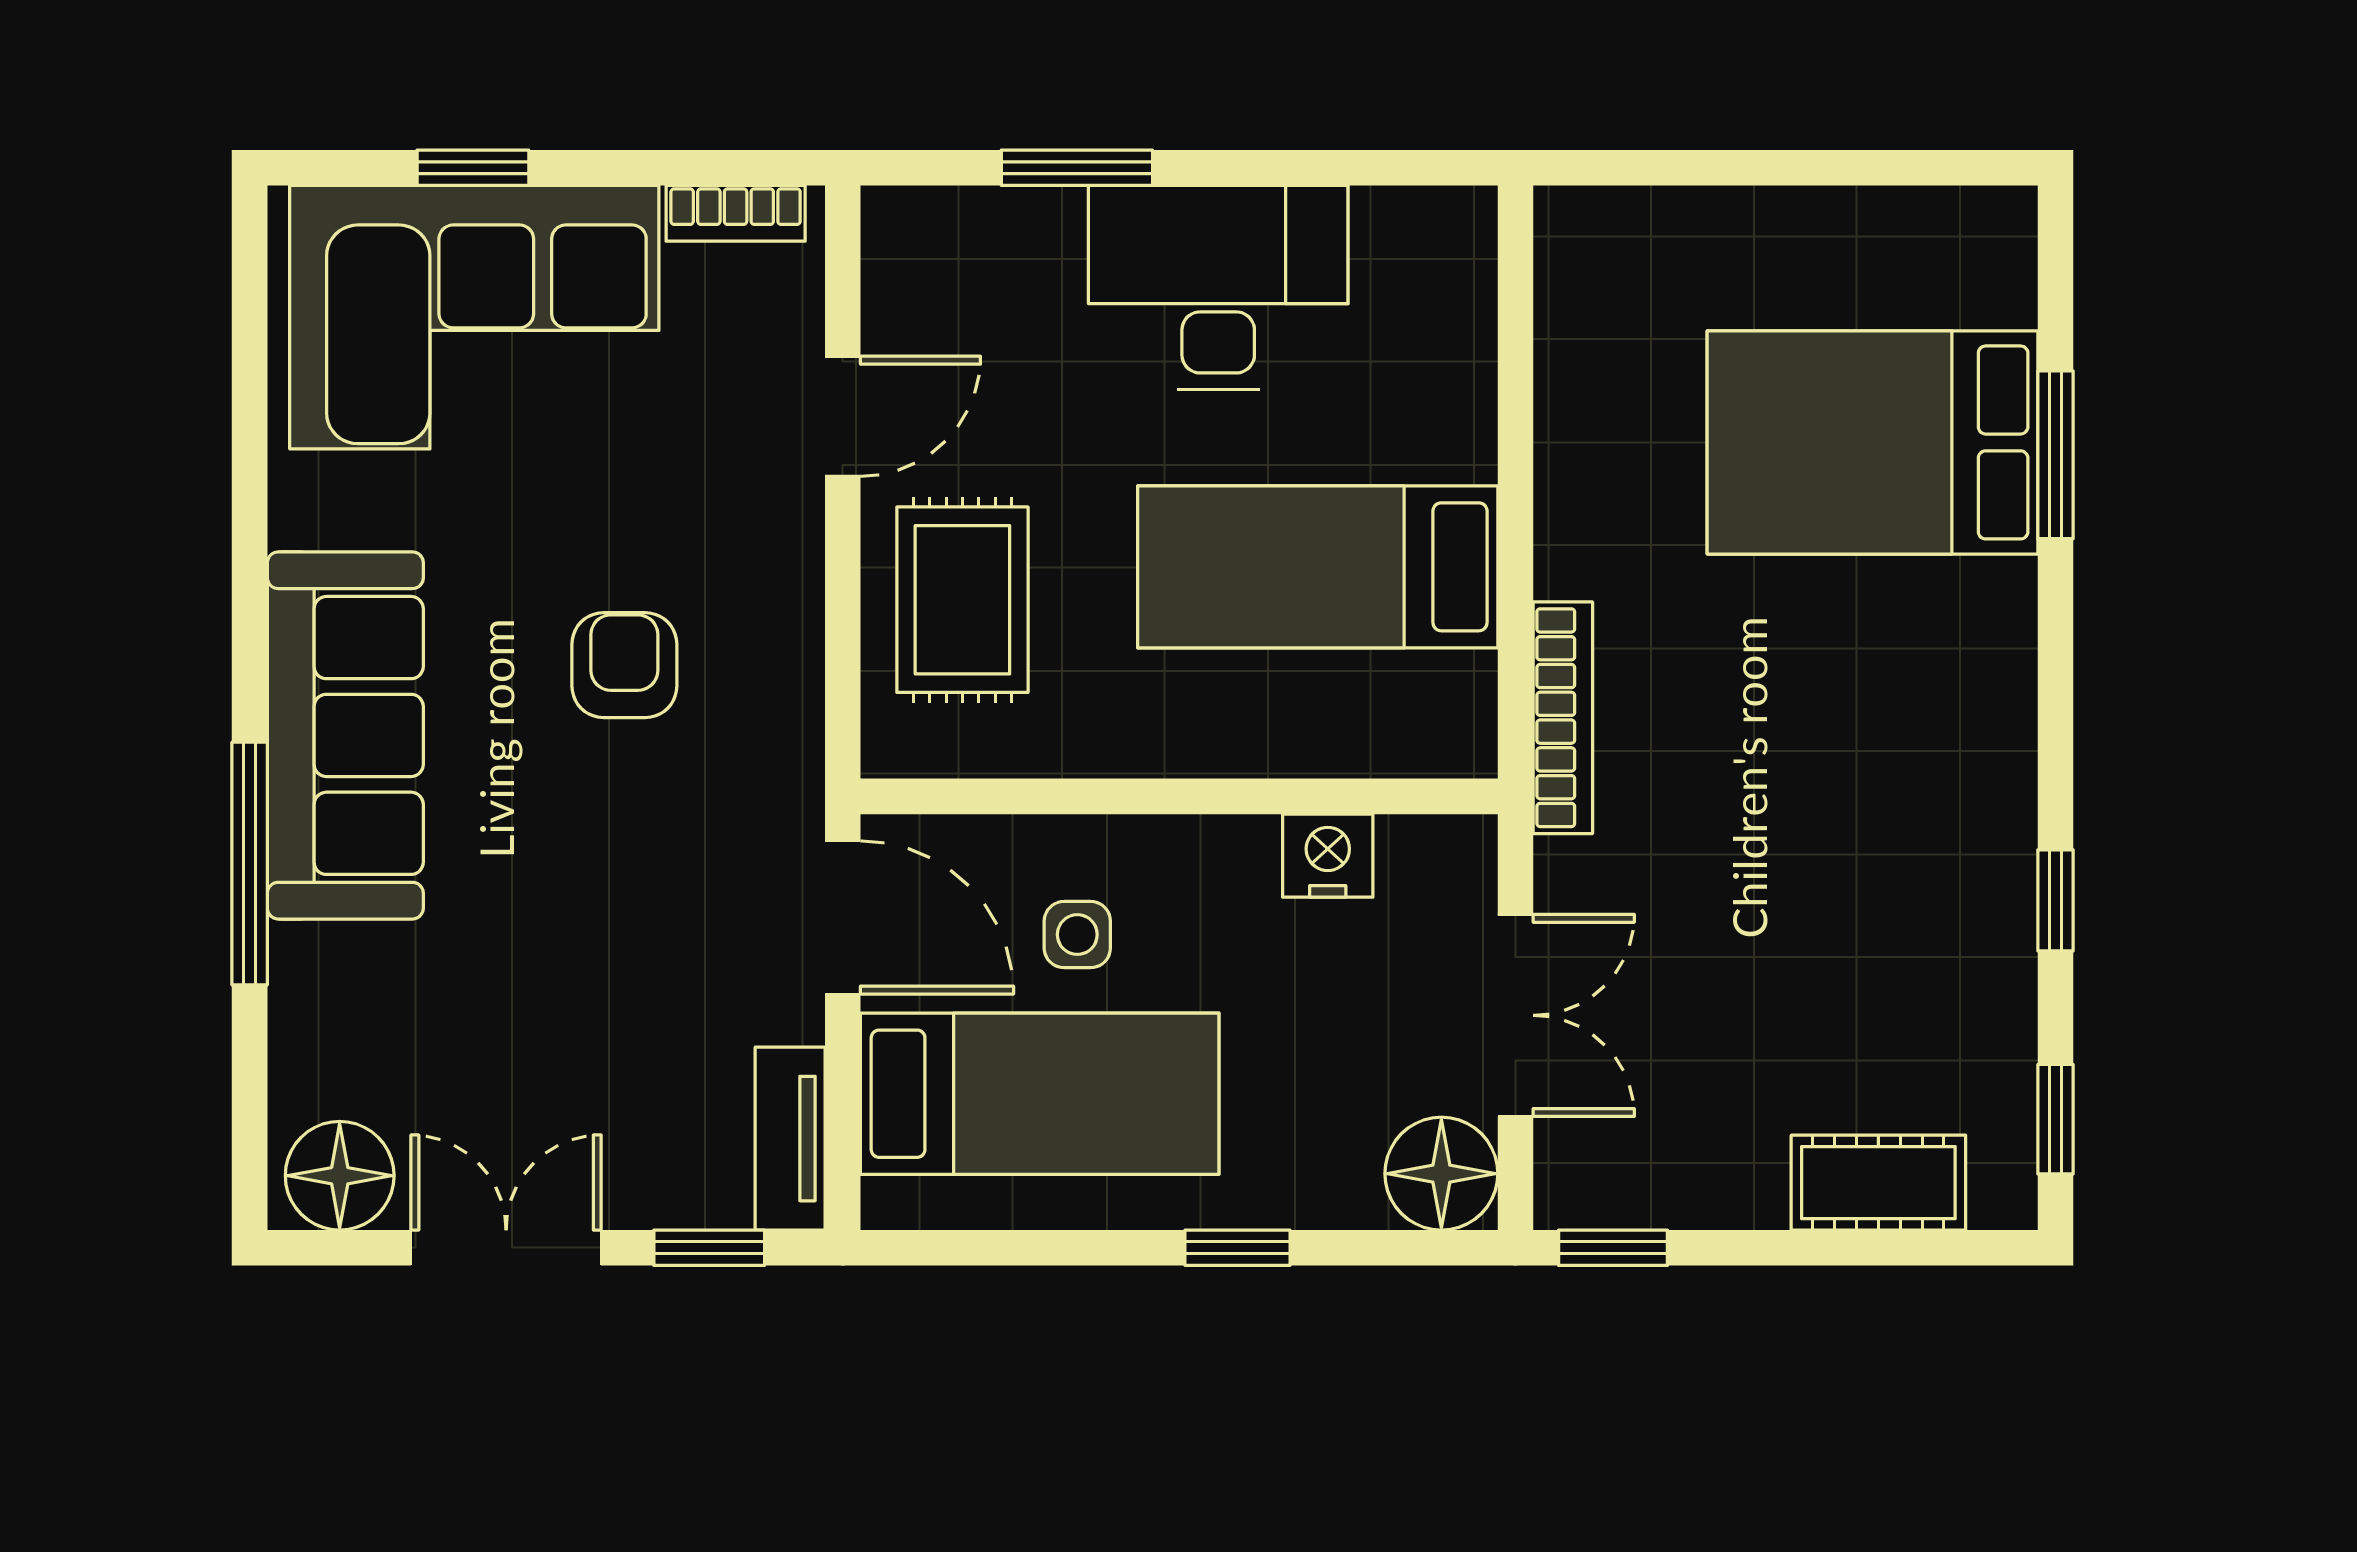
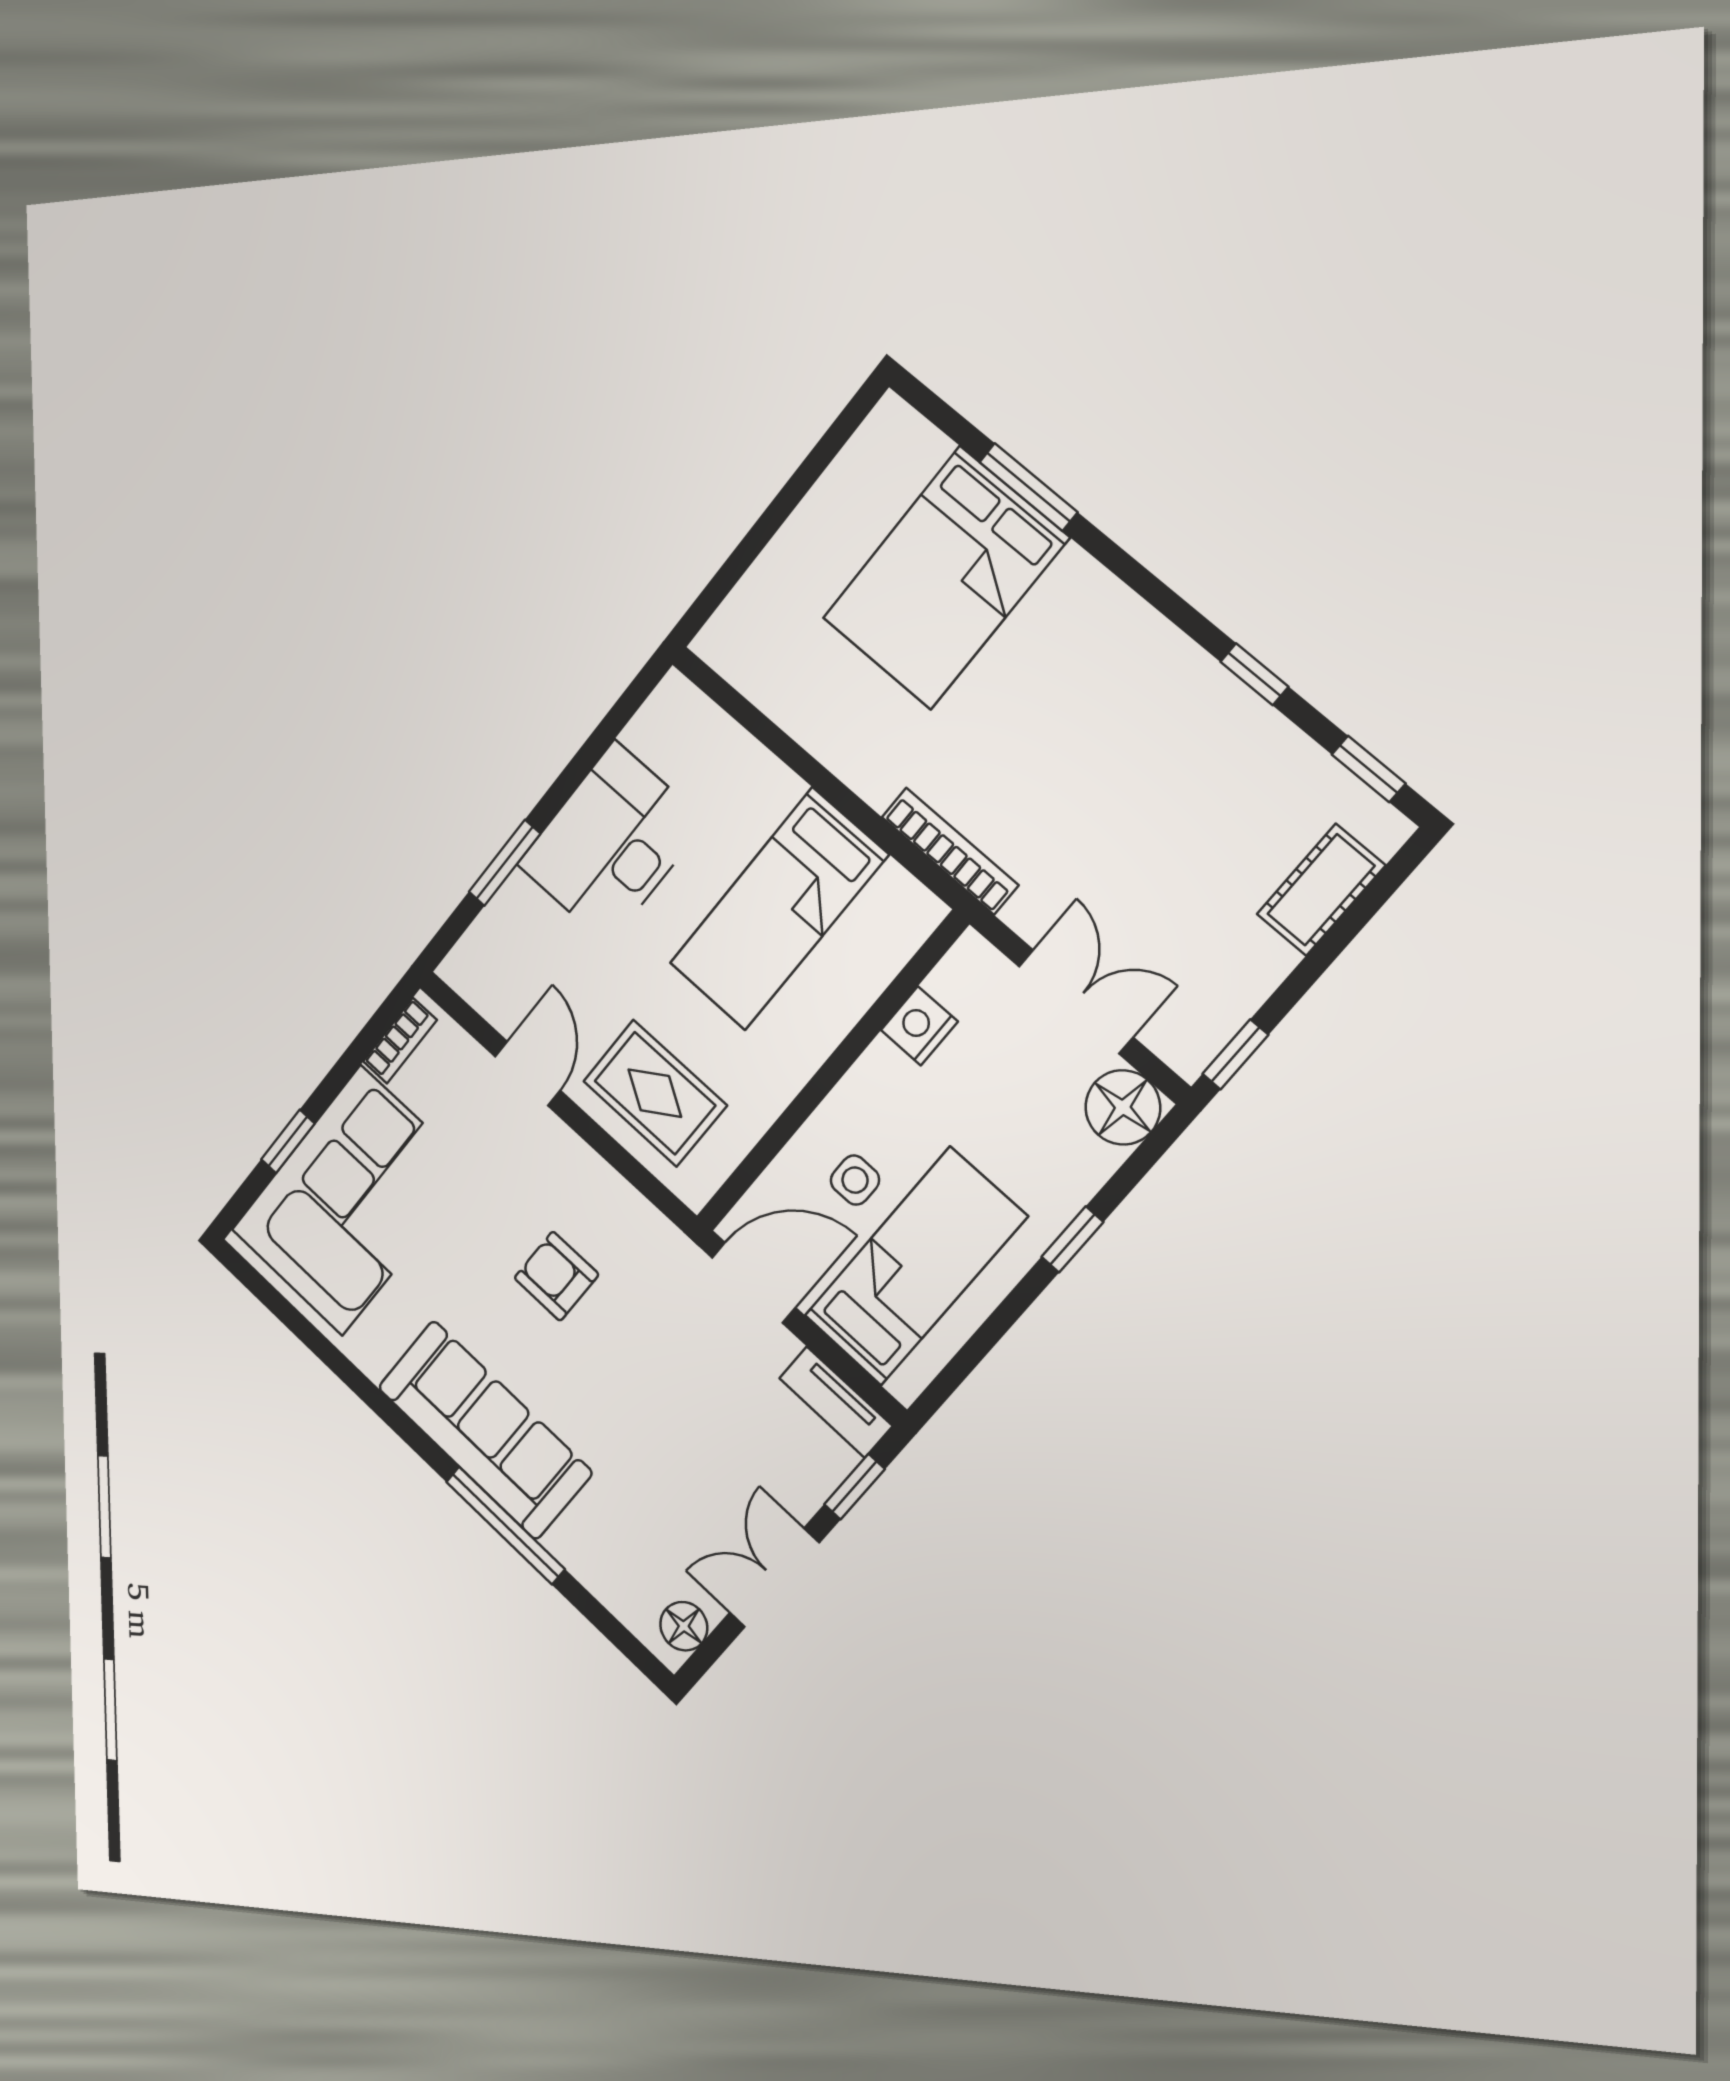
floor lamp: (340, 1176) -> (684, 1626), width x0.73, depth x0.73

